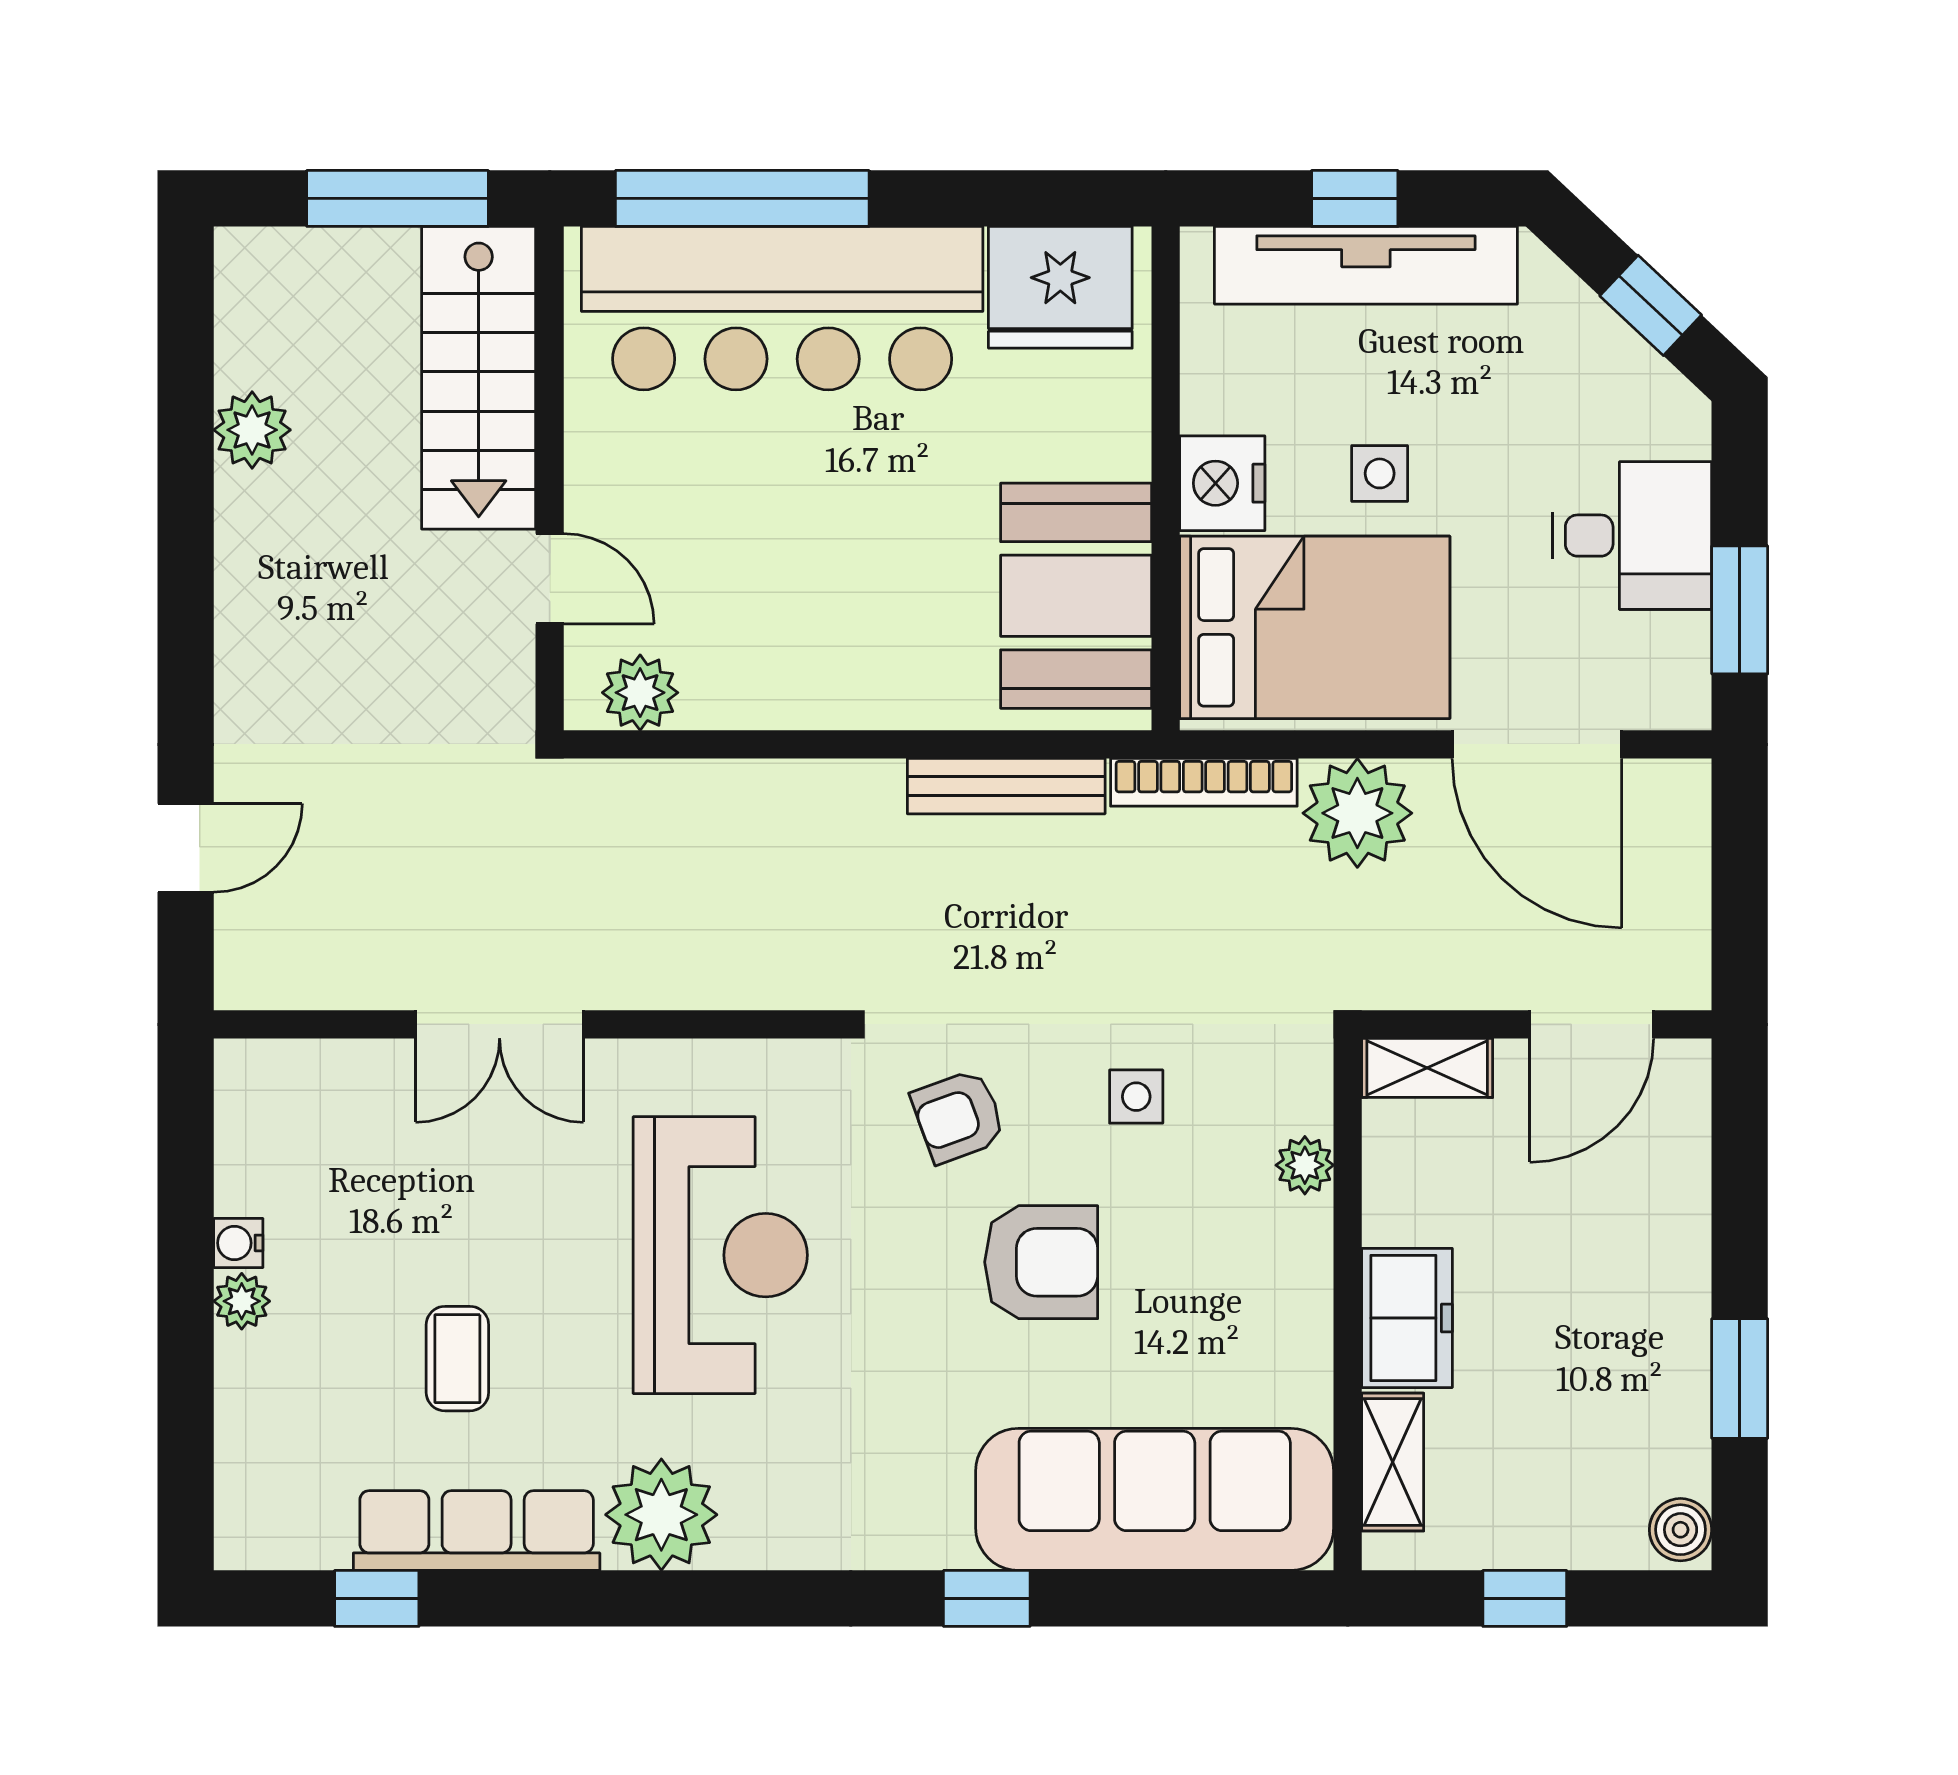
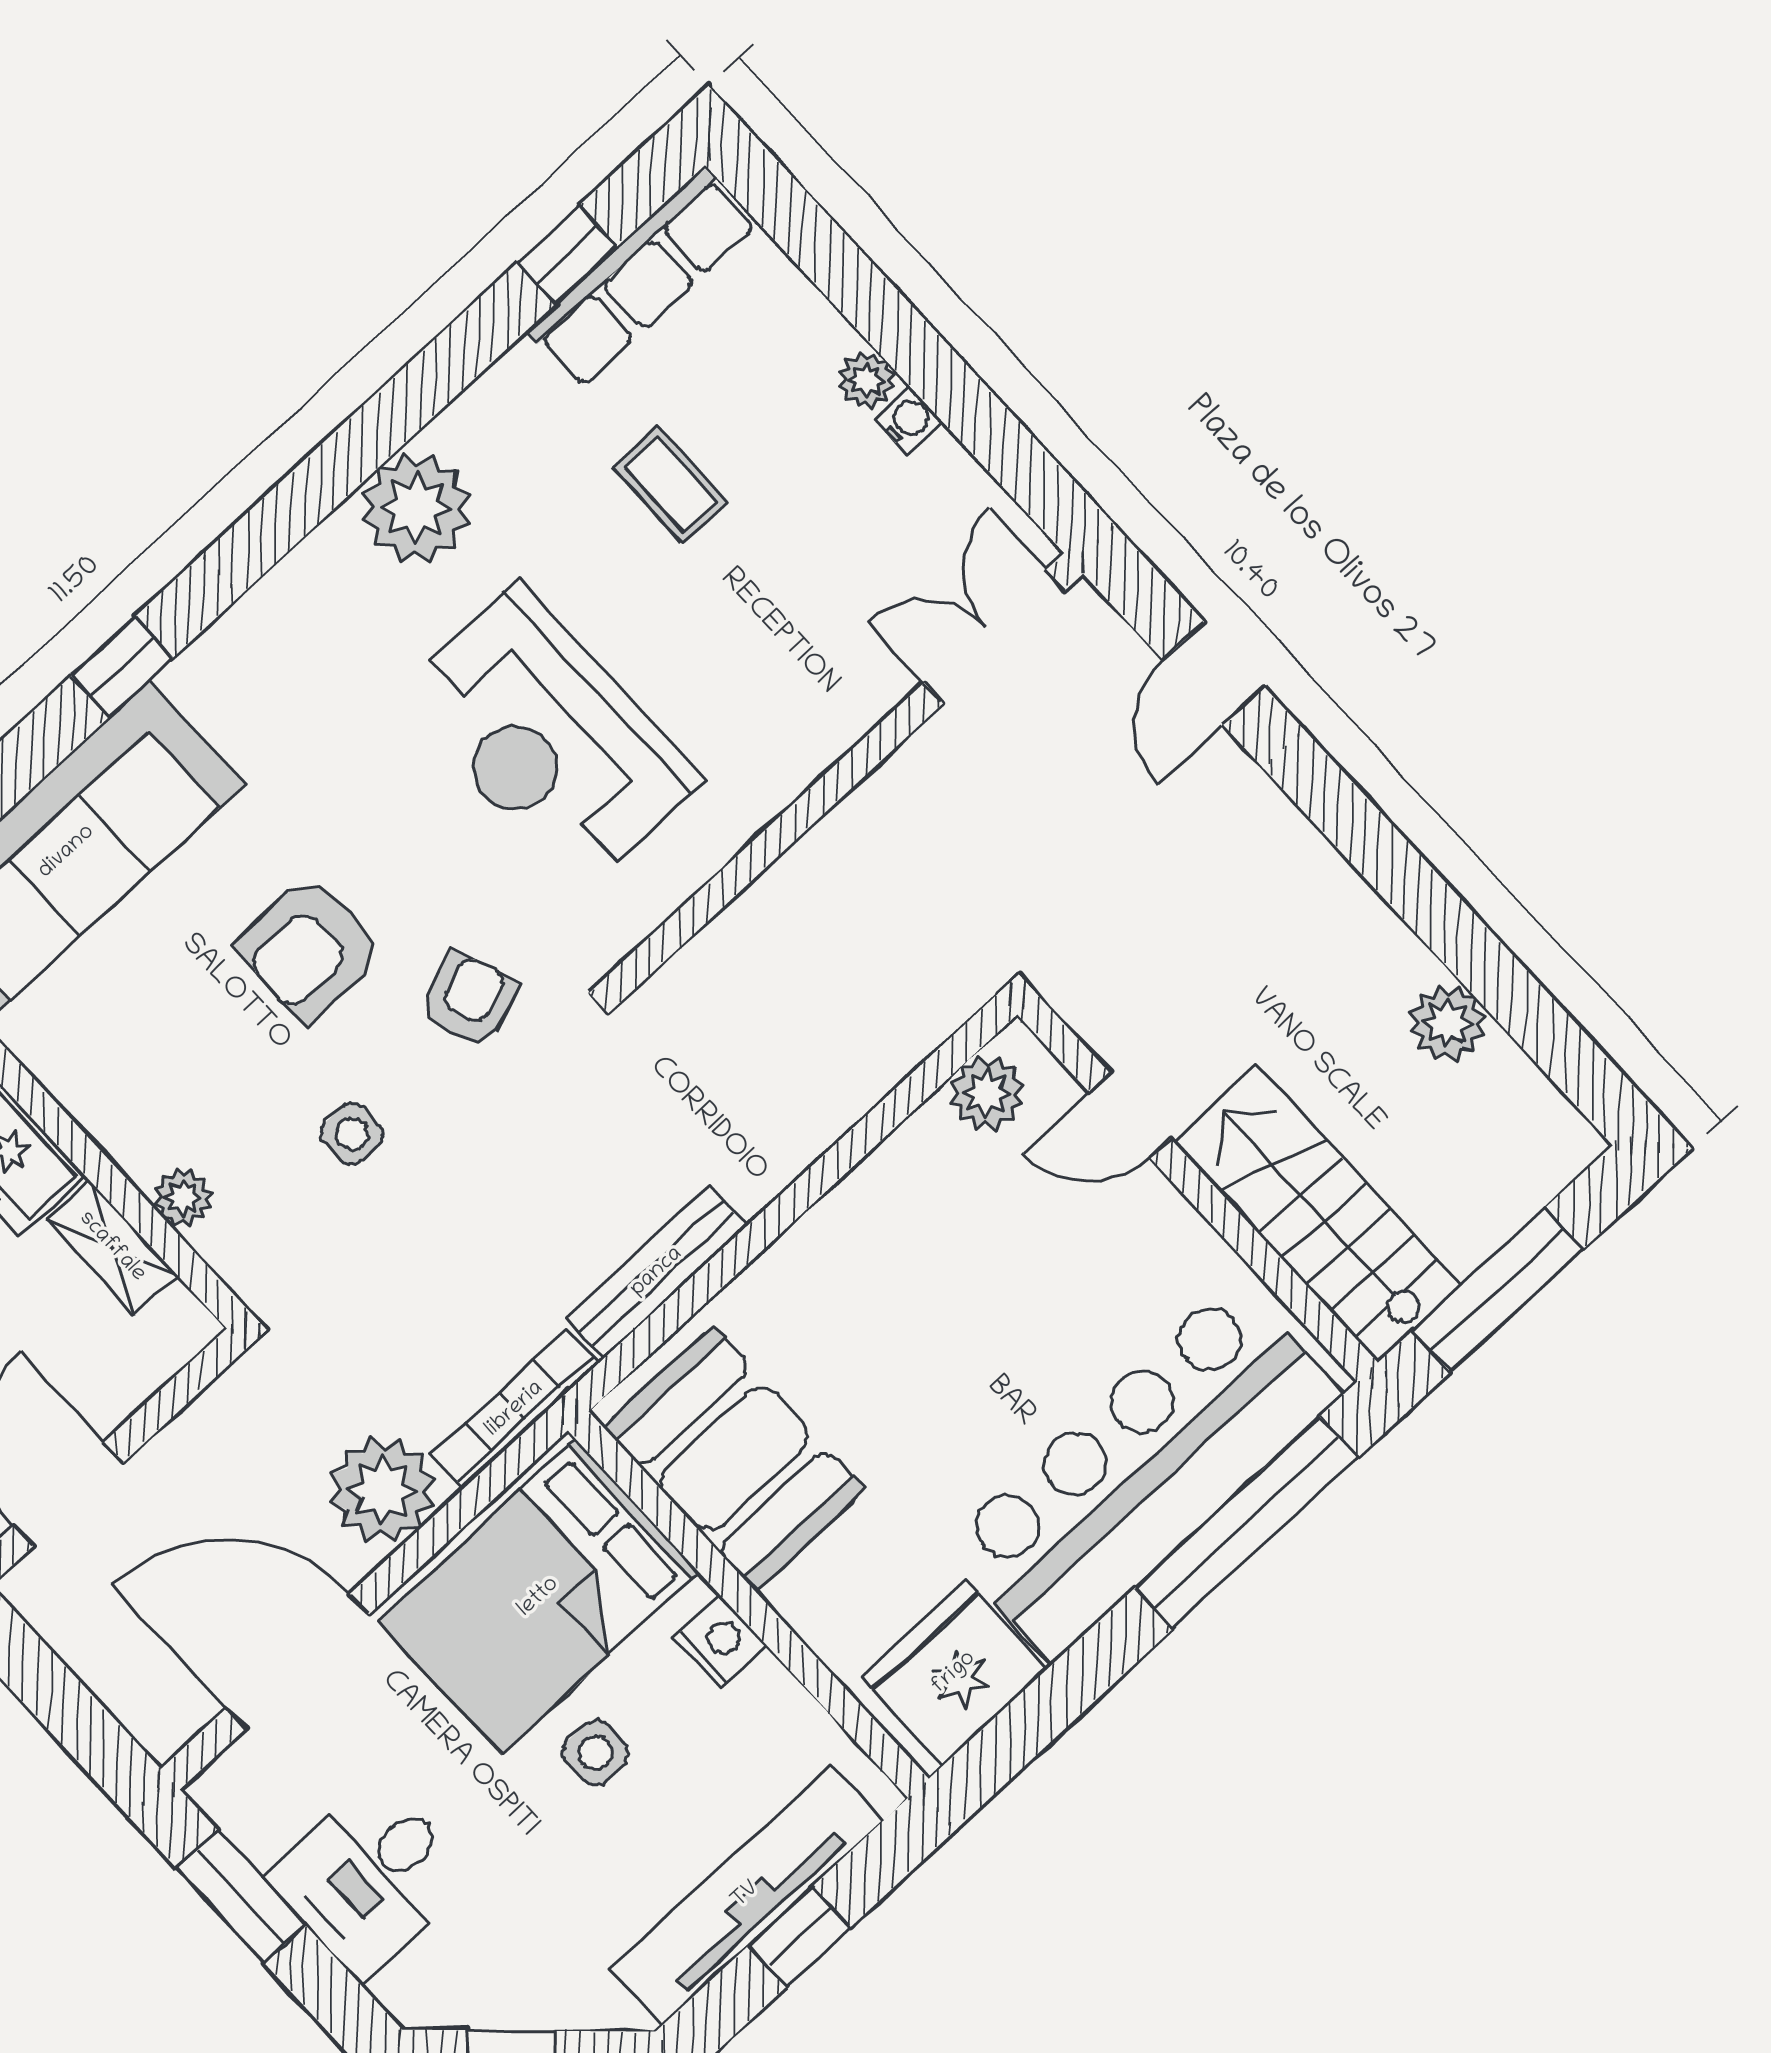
nightstand: (1222, 483) -> (720, 1641), width x0.74, depth x0.75
double door: (500, 1024) -> (995, 637), moved
shelving: (1427, 1068) -> (112, 1247), moved, turned 90
row of seats: (477, 1531) -> (642, 277), moved

